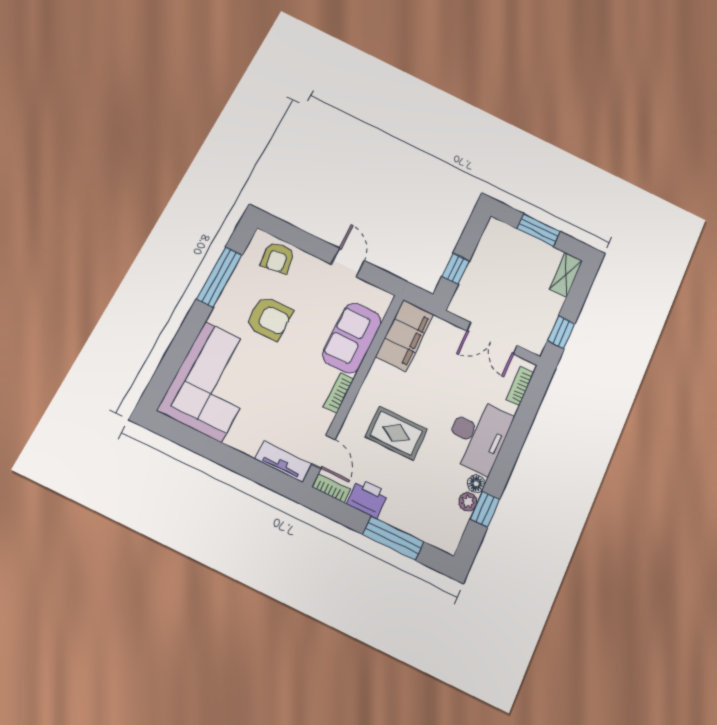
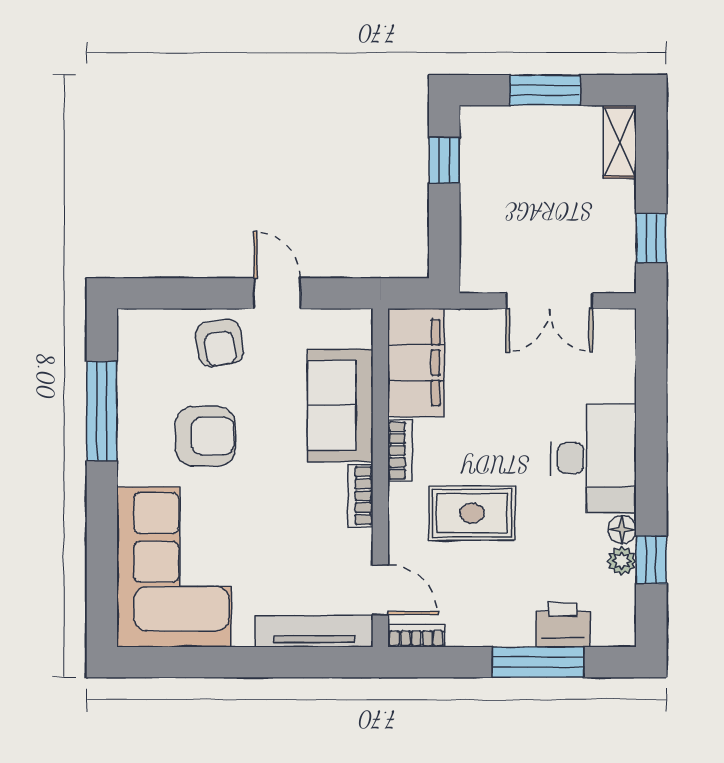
armchair: (278, 258) -> (219, 343), moved
window: (455, 269) -> (444, 160), moved
bookcase: (520, 386) -> (400, 451), moved, turned 180
tv unit: (284, 462) -> (314, 631), width x1.41
printer: (368, 498) -> (563, 625), moved

